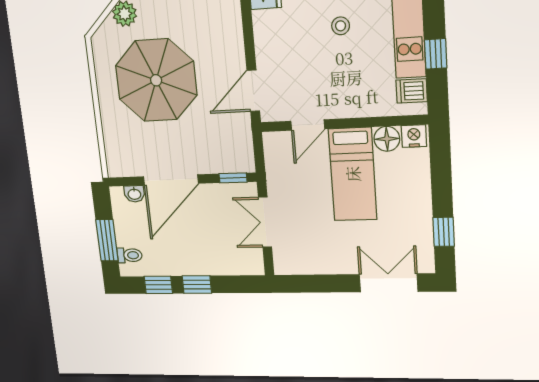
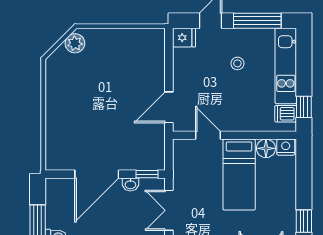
window: (436, 54) -> (304, 107), moved
parasol: (156, 80) -> (94, 95), removed
door: (308, 125) -> (208, 135), swing flipped
washbasin: (134, 194) -> (130, 184), moved

